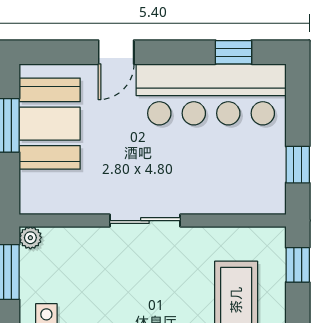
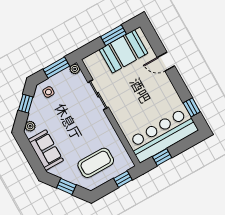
bar counter: (211, 94) -> (162, 135), moved, turned 90
sliding door: (145, 221) -> (98, 95), moved

